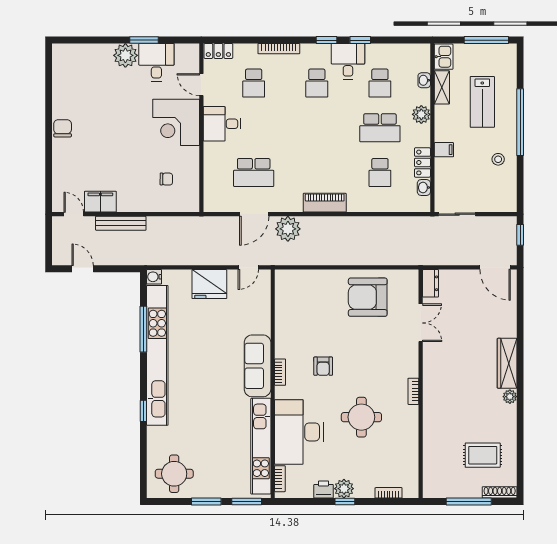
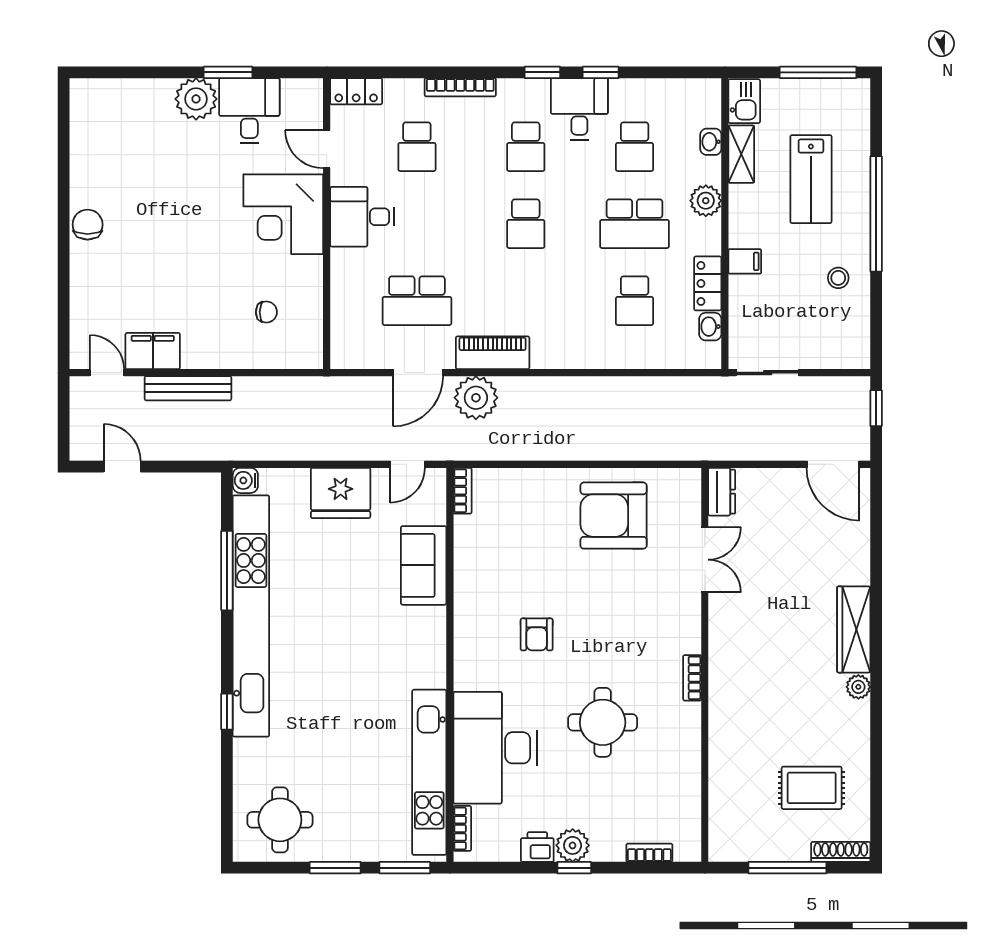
school desk: (317, 128) -> (526, 224), added
piano: (325, 203) -> (493, 353), moved
sofa: (258, 366) -> (424, 565), moved, width x0.73
bookcase: (280, 372) -> (462, 491), moved

